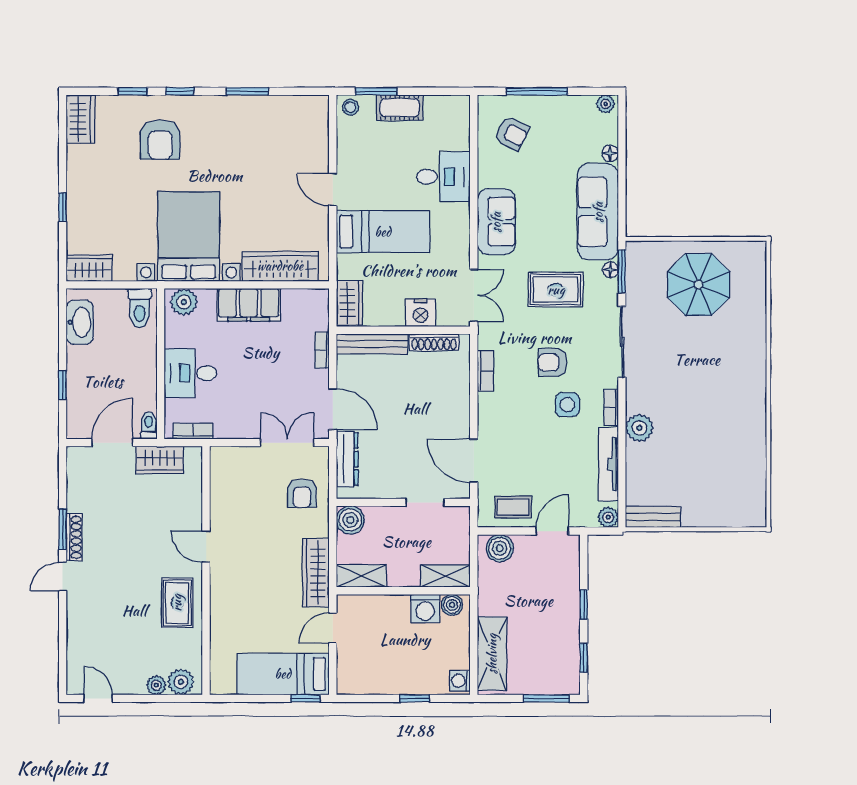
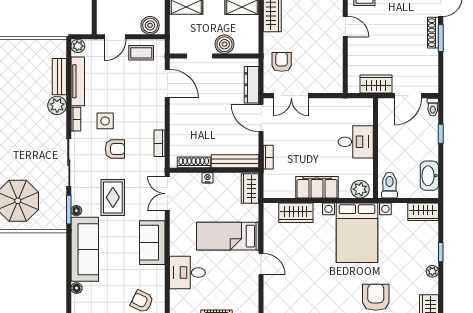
plant: (75, 179) -> (432, 271), added
wardrobe: (280, 266) -> (296, 213), width x0.67
rug: (556, 290) -> (113, 197), turned 90
nightstand: (421, 313) -> (208, 178), width x0.53, depth x0.56
toilet: (149, 425) -> (433, 107), moved
bookcase: (193, 431) -> (354, 103), removed
bench: (653, 517) -> (59, 77), moved, turned 90
boiler: (350, 520) -> (224, 44), moved

